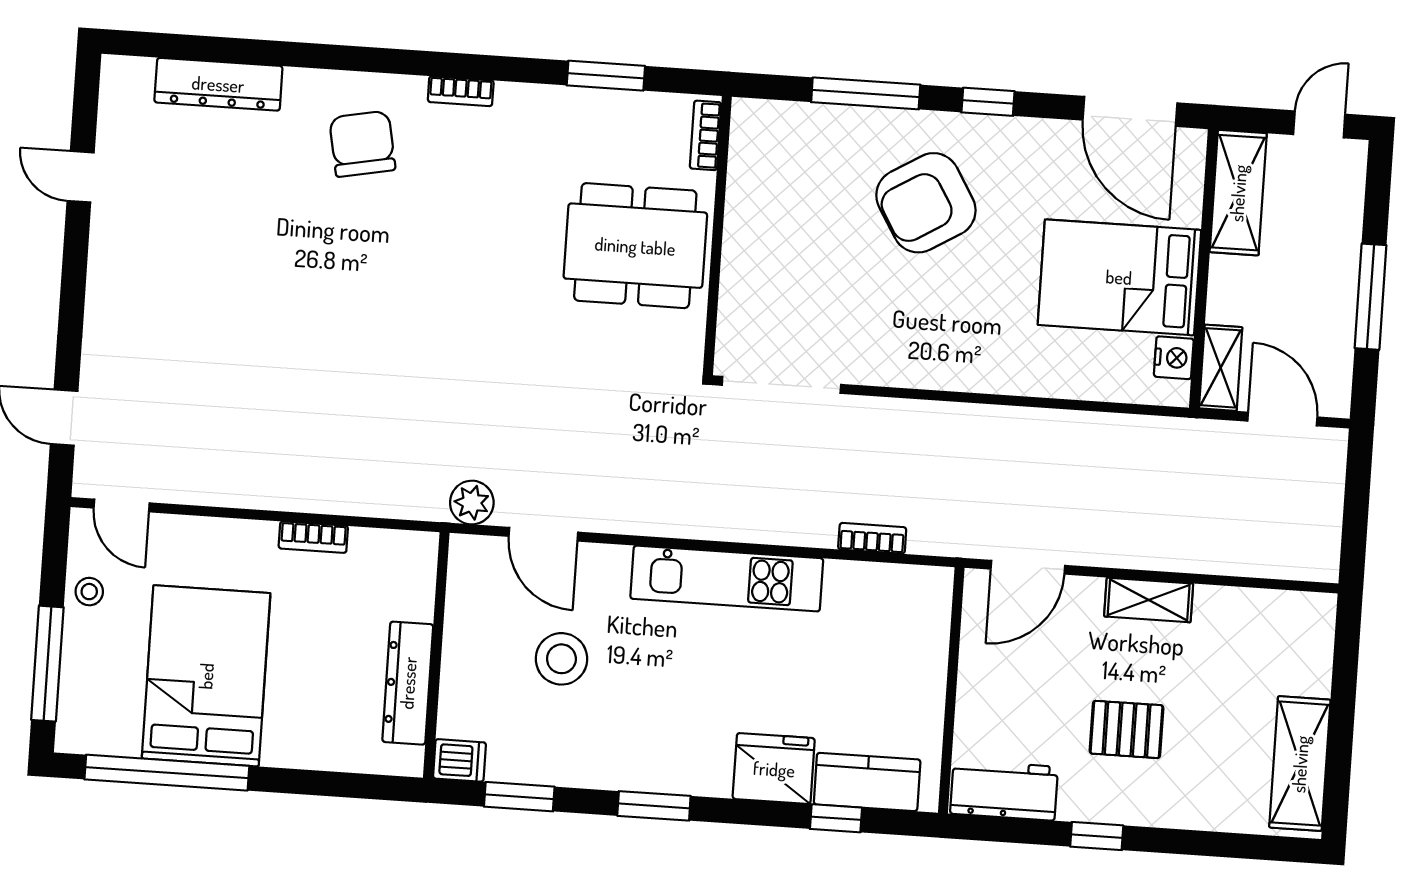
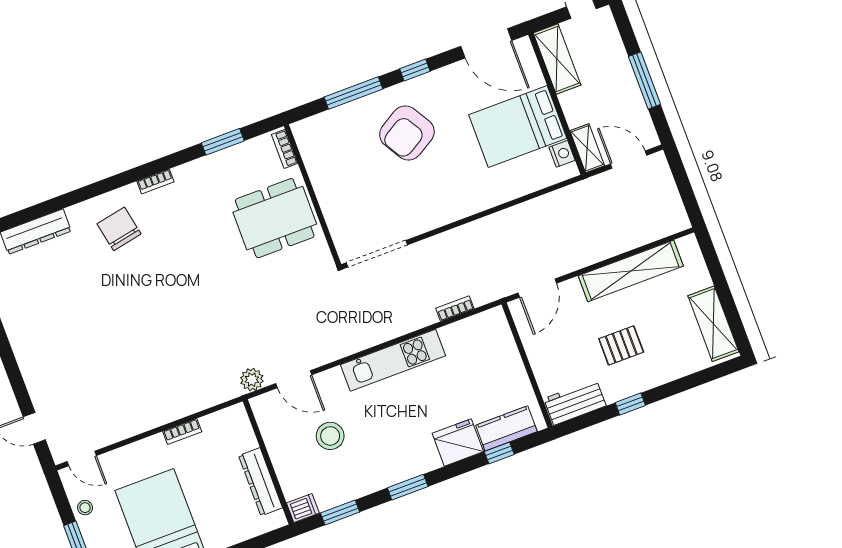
shelving: (1149, 600) -> (631, 271), width x2.20, depth x1.33

